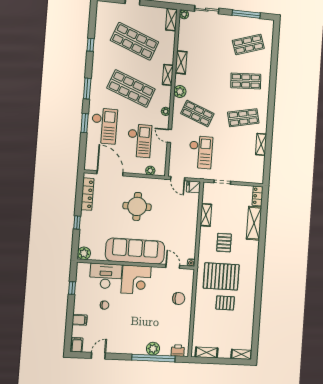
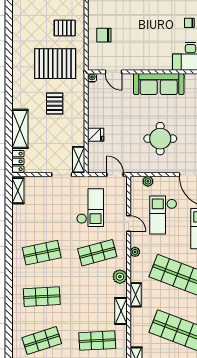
shop shelf: (203, 40) -> (97, 341), added
shop shelf: (197, 114) -> (97, 253), turned -36
shelving: (261, 144) -> (18, 191), moved
checkout: (201, 152) -> (90, 208), turned 180
fridge: (193, 187) -> (96, 135), moved
shelving: (206, 215) -> (79, 160), moved
sofa: (135, 251) -> (159, 84), width x0.74, depth x0.79
corner desk: (136, 280) -> (155, 54), removed
pallet: (225, 303) -> (65, 28), moved

